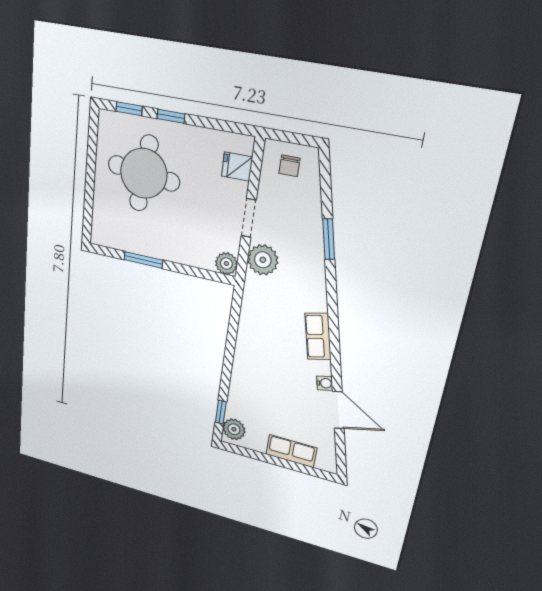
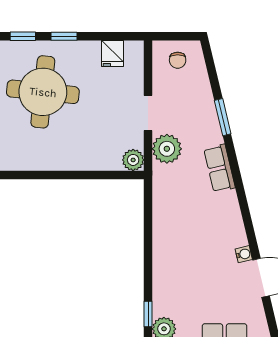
fridge: (237, 167) -> (113, 53), moved, turned -90
window: (143, 260) -> (50, 175), removed
row of seats: (318, 336) -> (219, 168), moved

